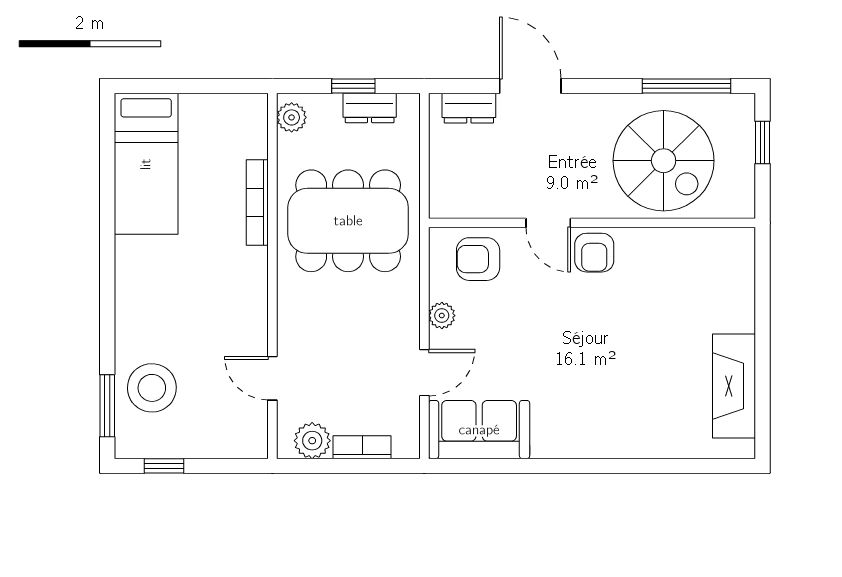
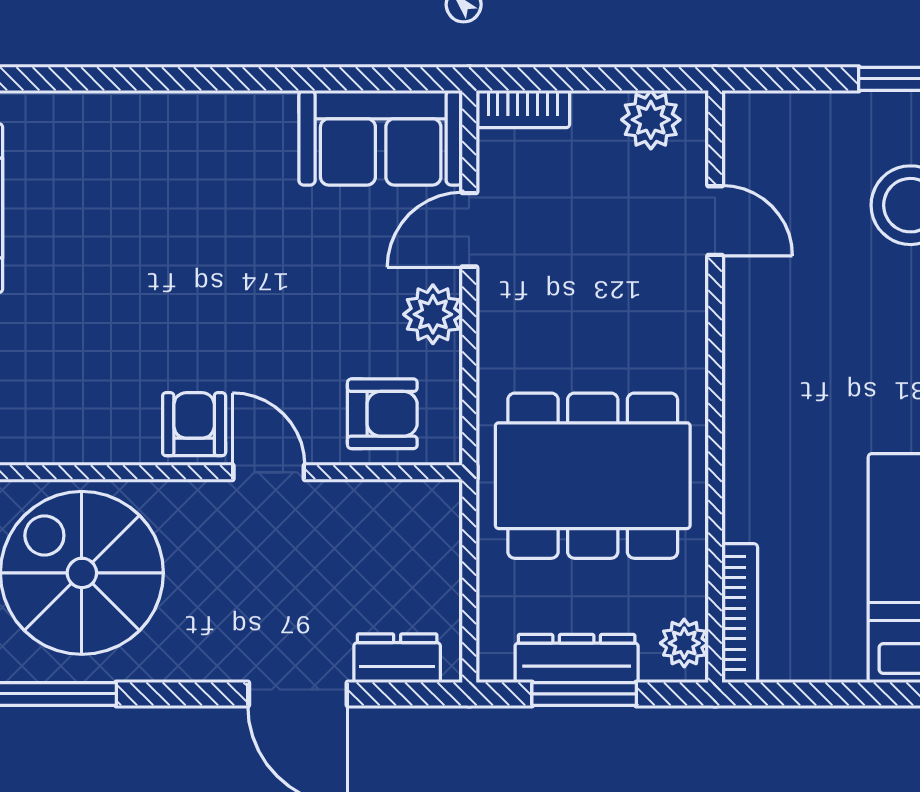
window: (353, 86) -> (584, 694), width x1.50
dresser: (370, 108) -> (577, 658), width x1.44
bookcase: (257, 202) -> (740, 613), moved
plant: (442, 316) -> (433, 314), width x1.38, depth x1.38
bookcase: (362, 447) -> (523, 109), moved

